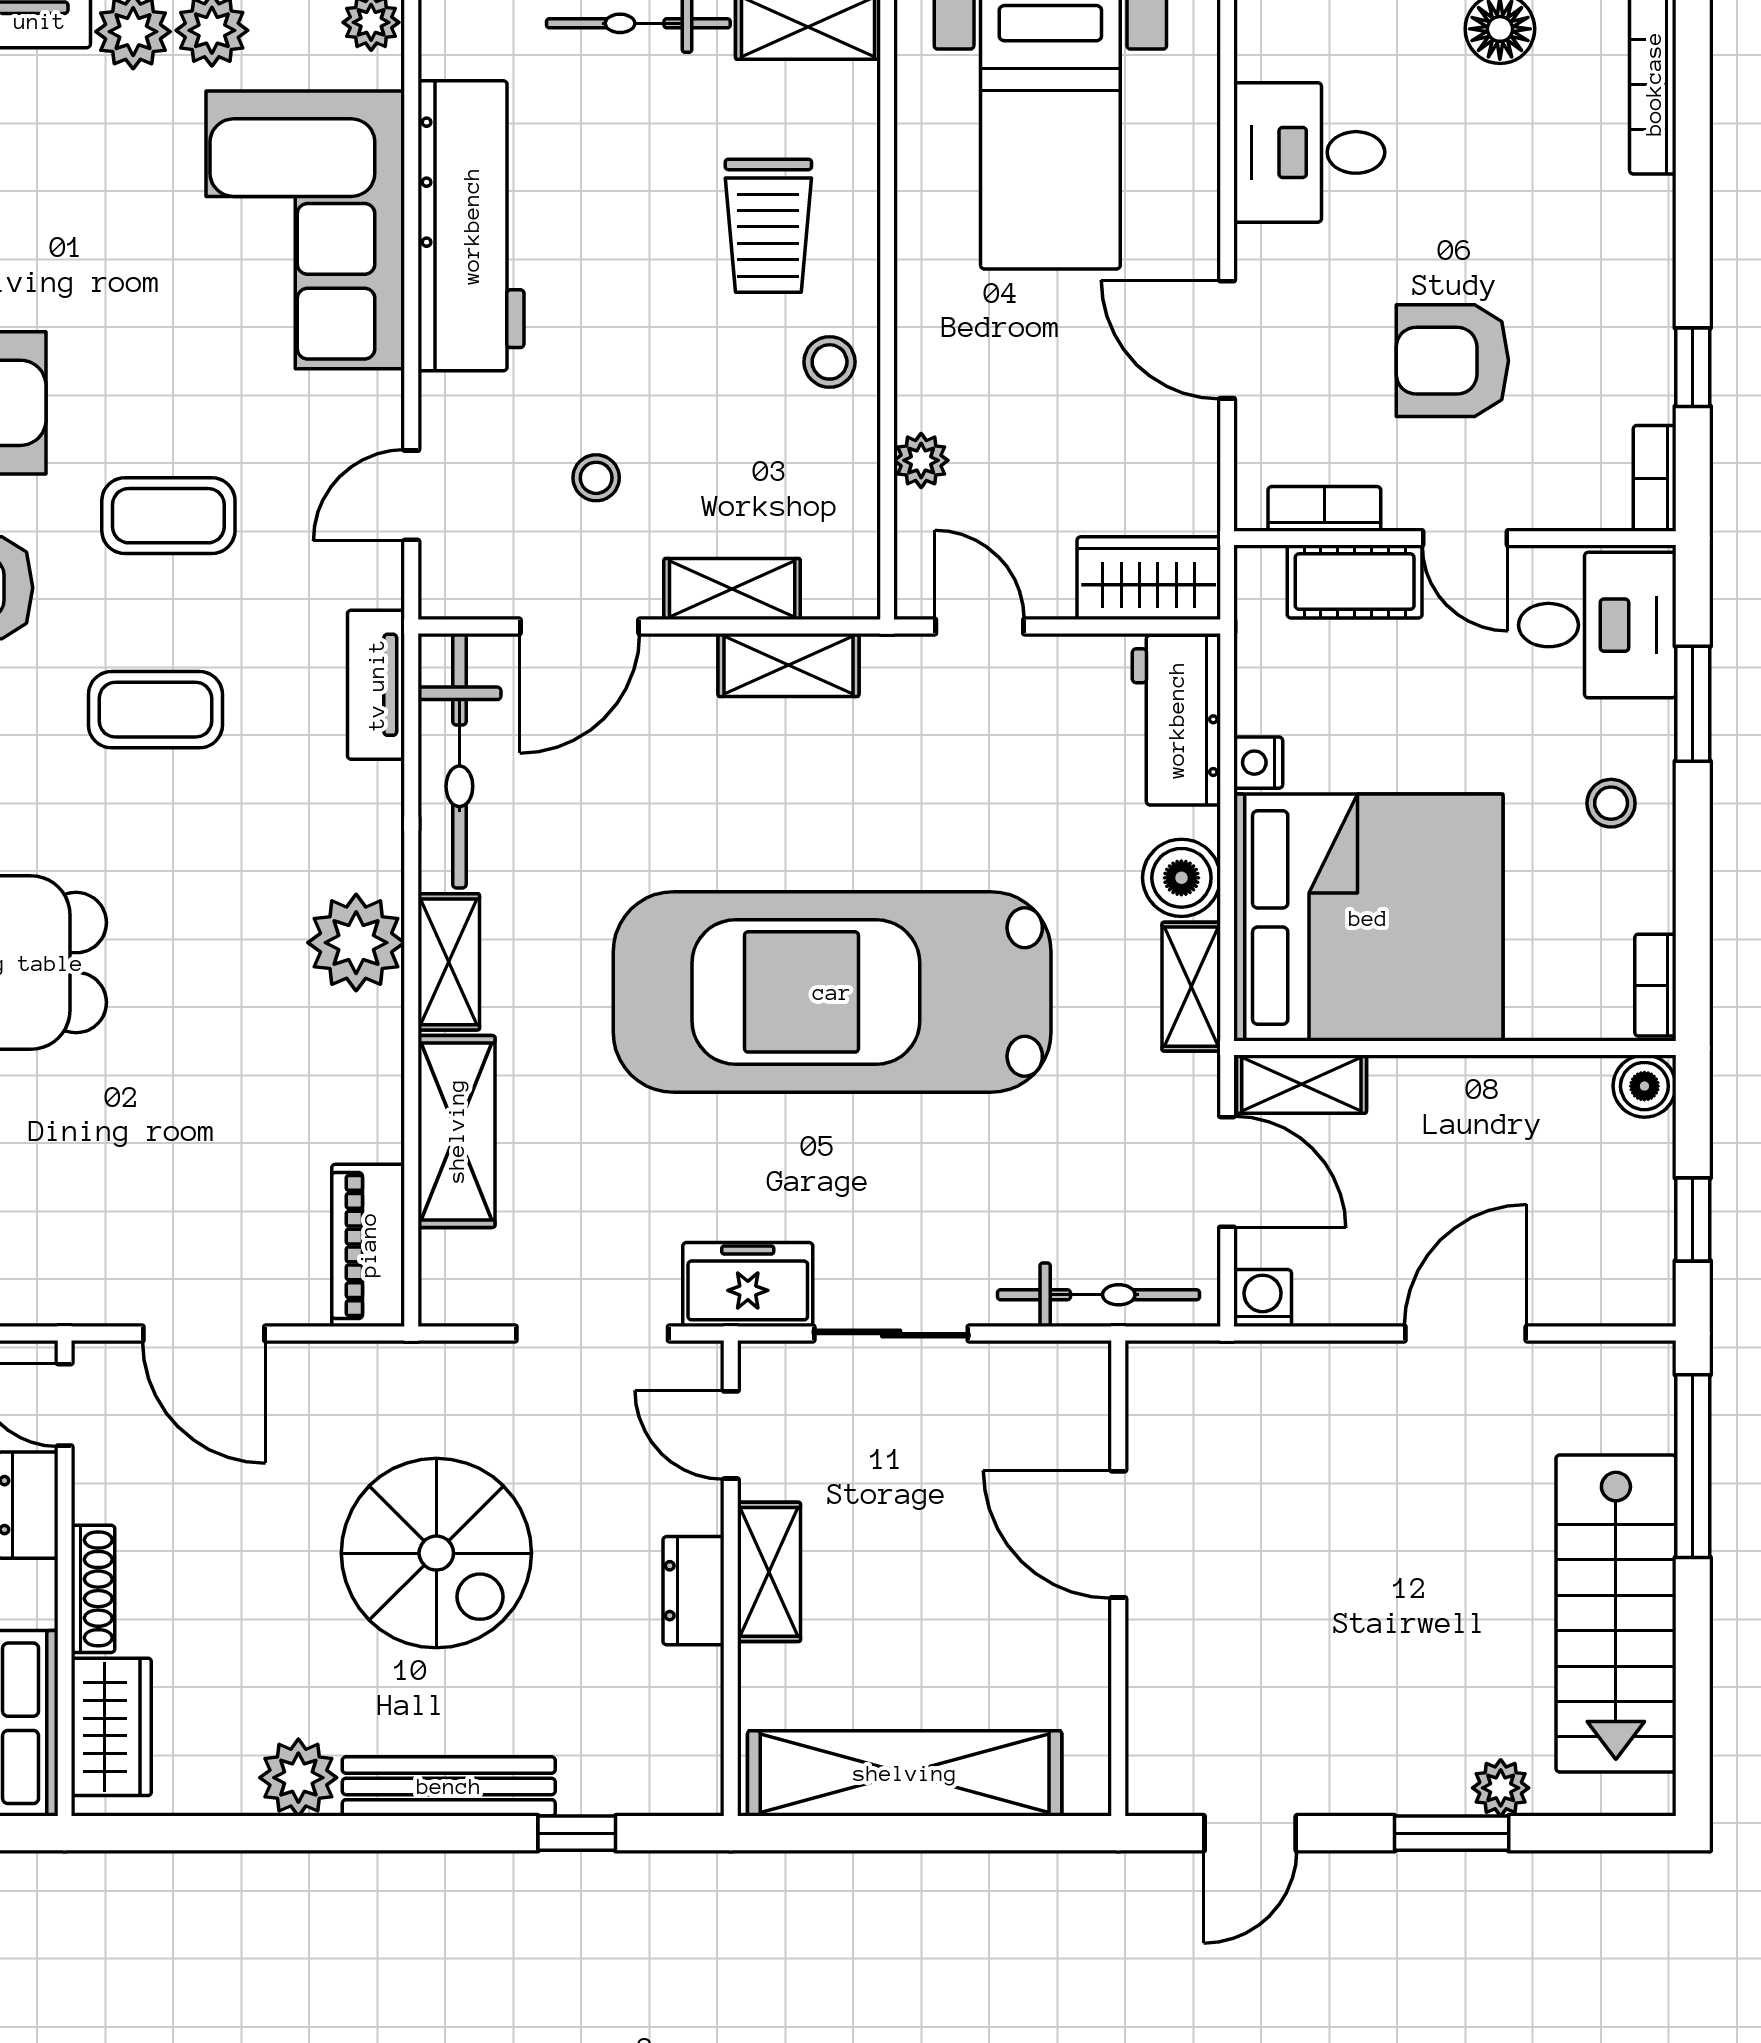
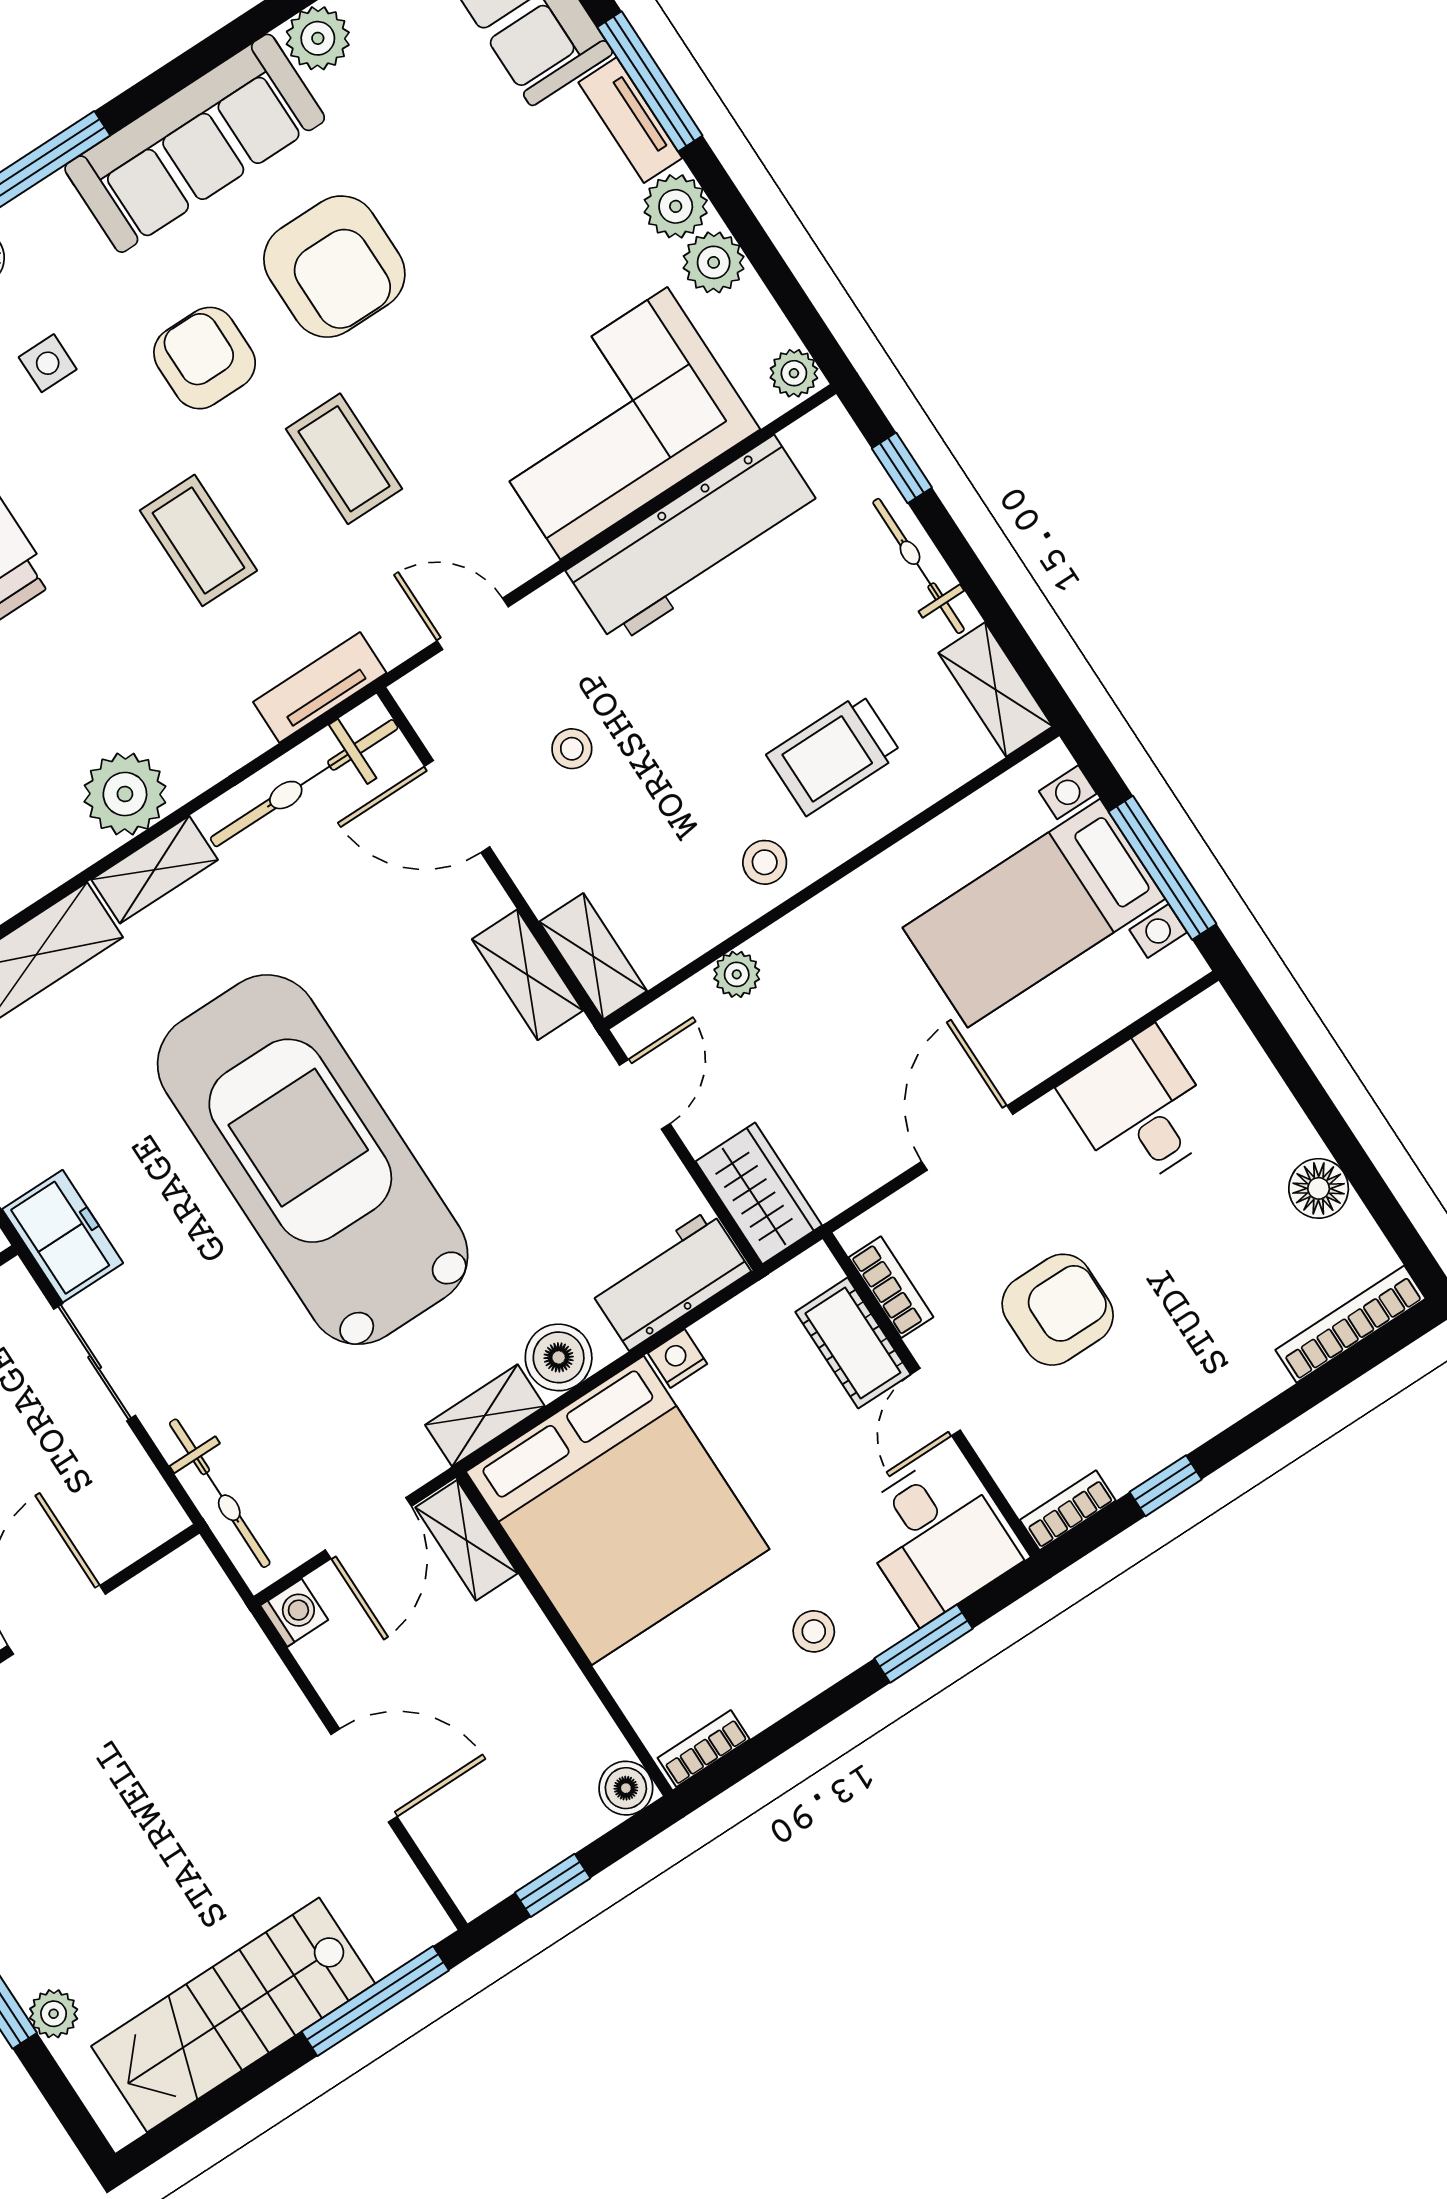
armchair: (1452, 361) -> (1058, 1310), turned 90
shelving: (732, 589) -> (593, 956), moved

